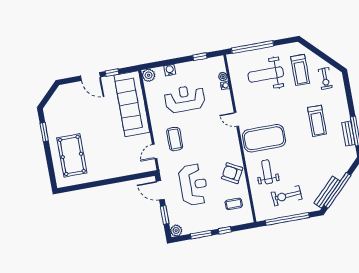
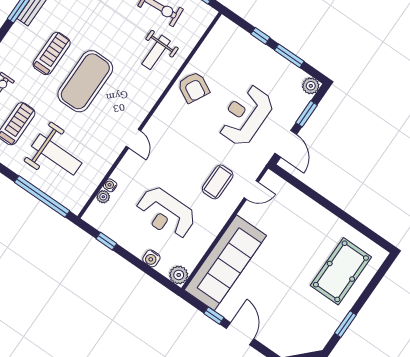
exercise mat: (264, 138) -> (85, 81), moved, turned 90
coffee table: (234, 204) -> (224, 54), removed

